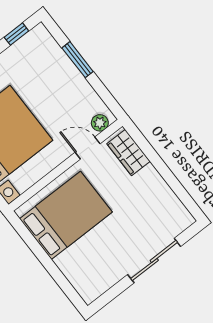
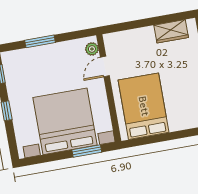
wardrobe: (129, 152) -> (171, 31), moved

